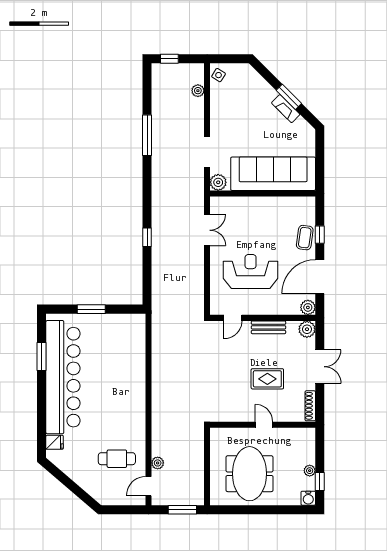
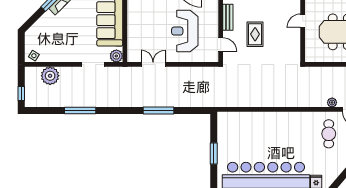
plant: (198, 91) -> (50, 76), width x1.88, depth x1.88
window: (147, 237) -> (159, 111), width x2.17
rug: (267, 379) -> (255, 34), moved

